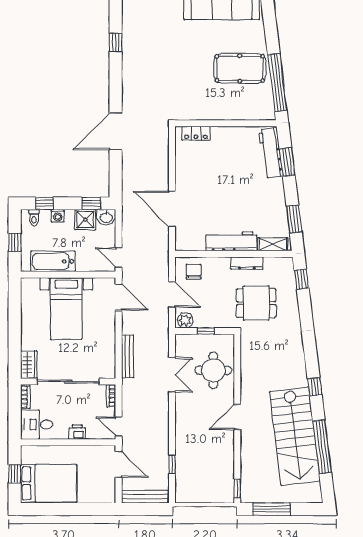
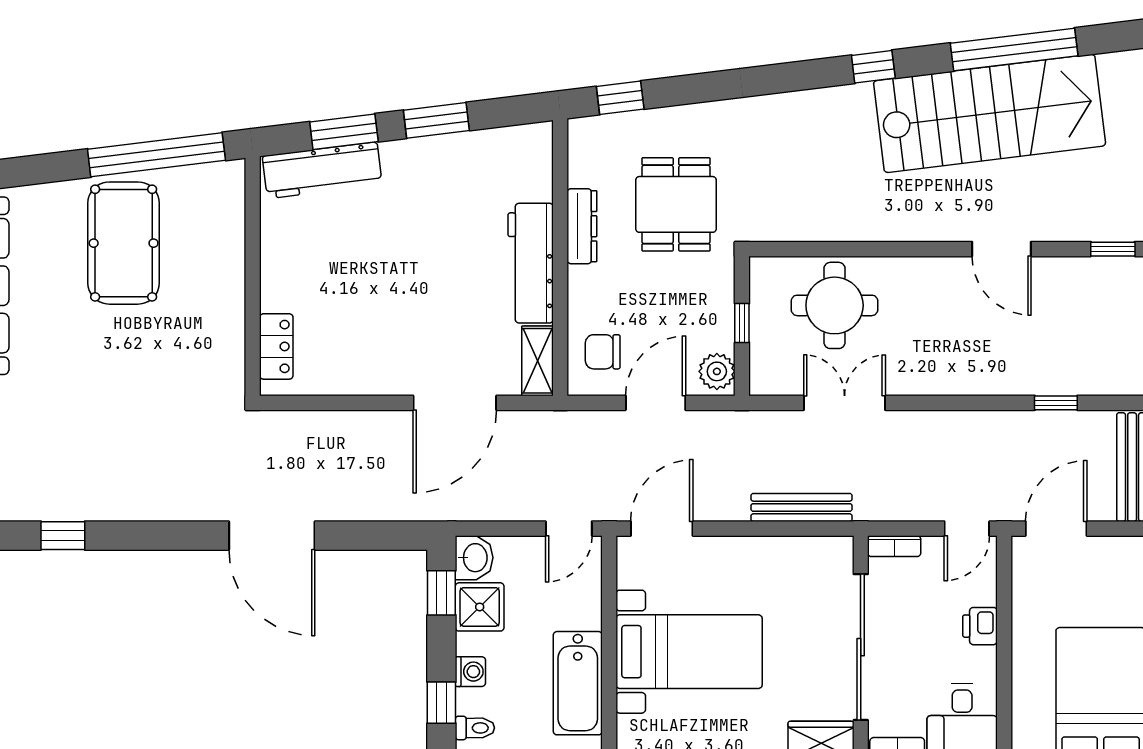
window: (294, 219) -> (436, 120), moved
shelving: (273, 244) -> (538, 361), moved
door: (237, 417) -> (1001, 249), moved

